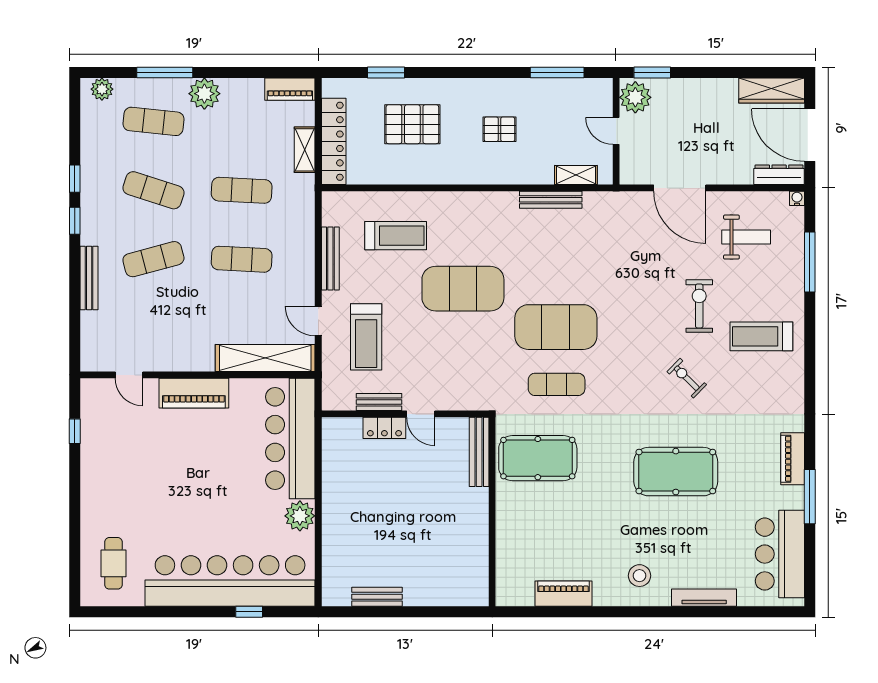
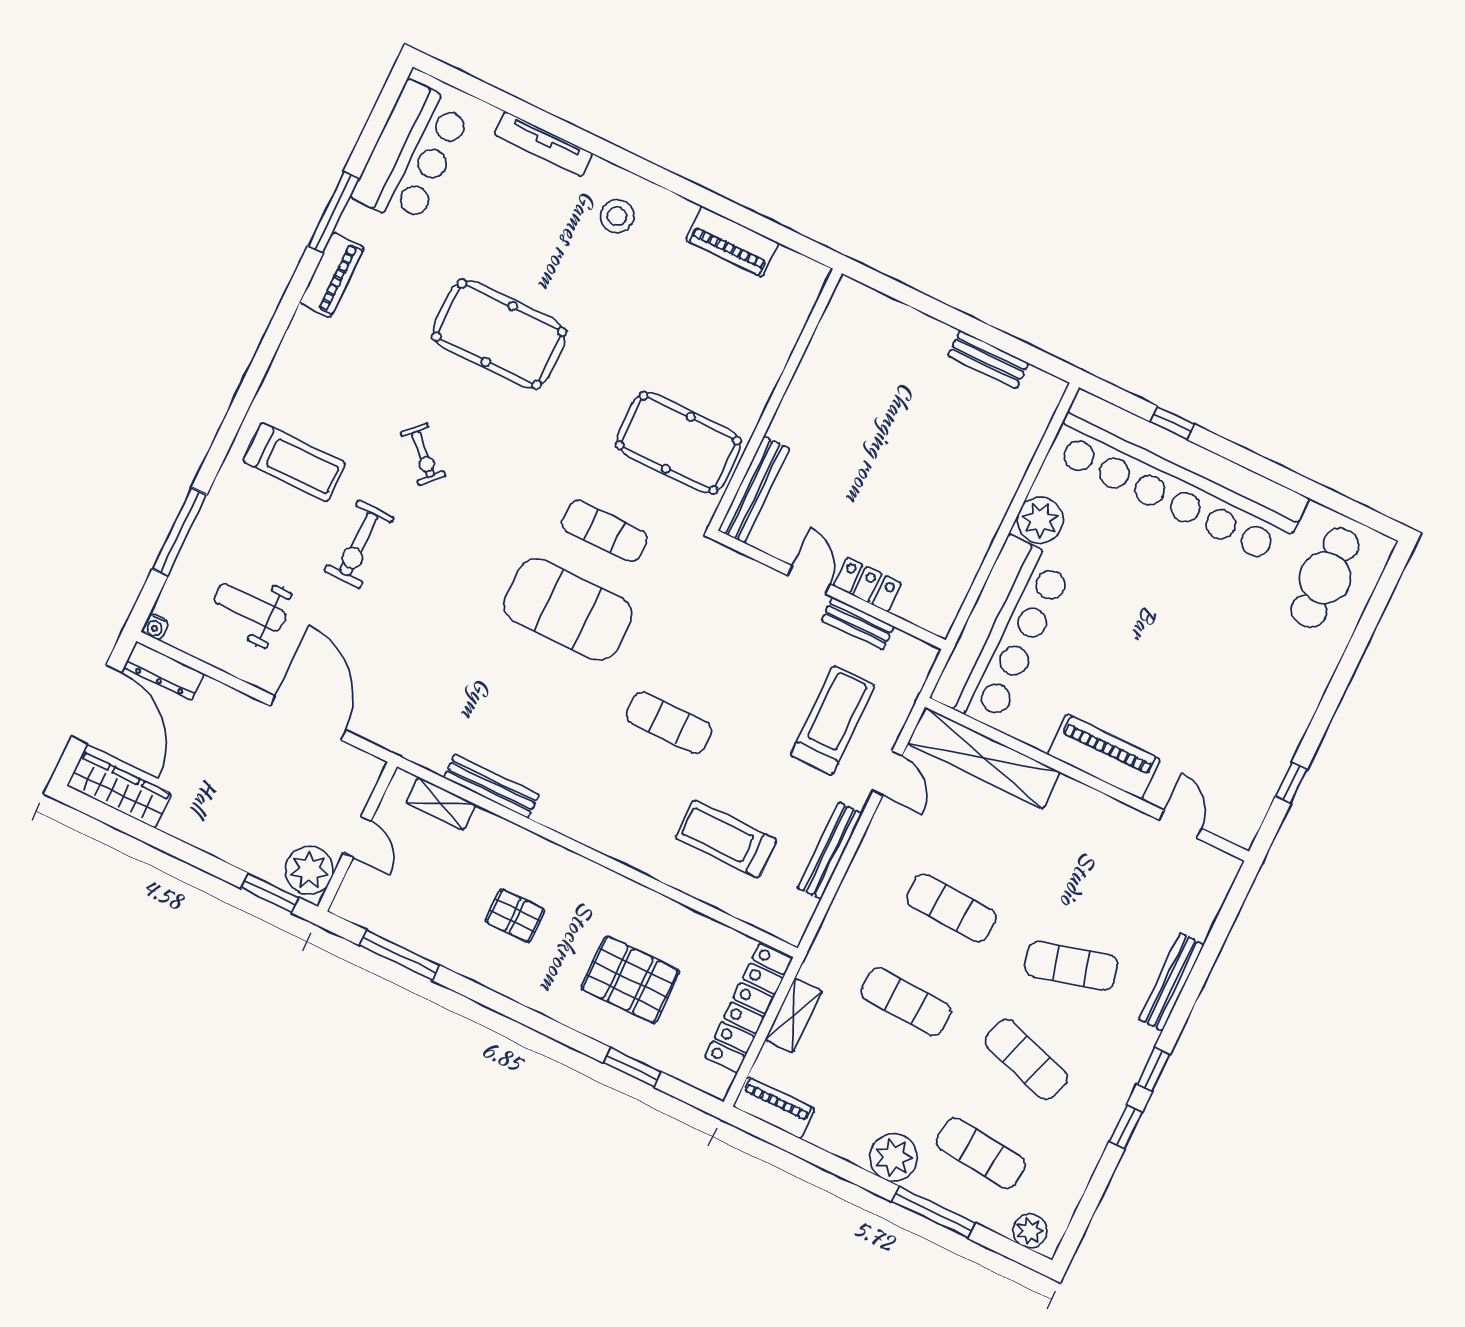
exercise mat: (463, 289) -> (669, 723), width x0.50, depth x0.69
cafe table: (113, 563) -> (1325, 578), width x1.37, depth x1.35

